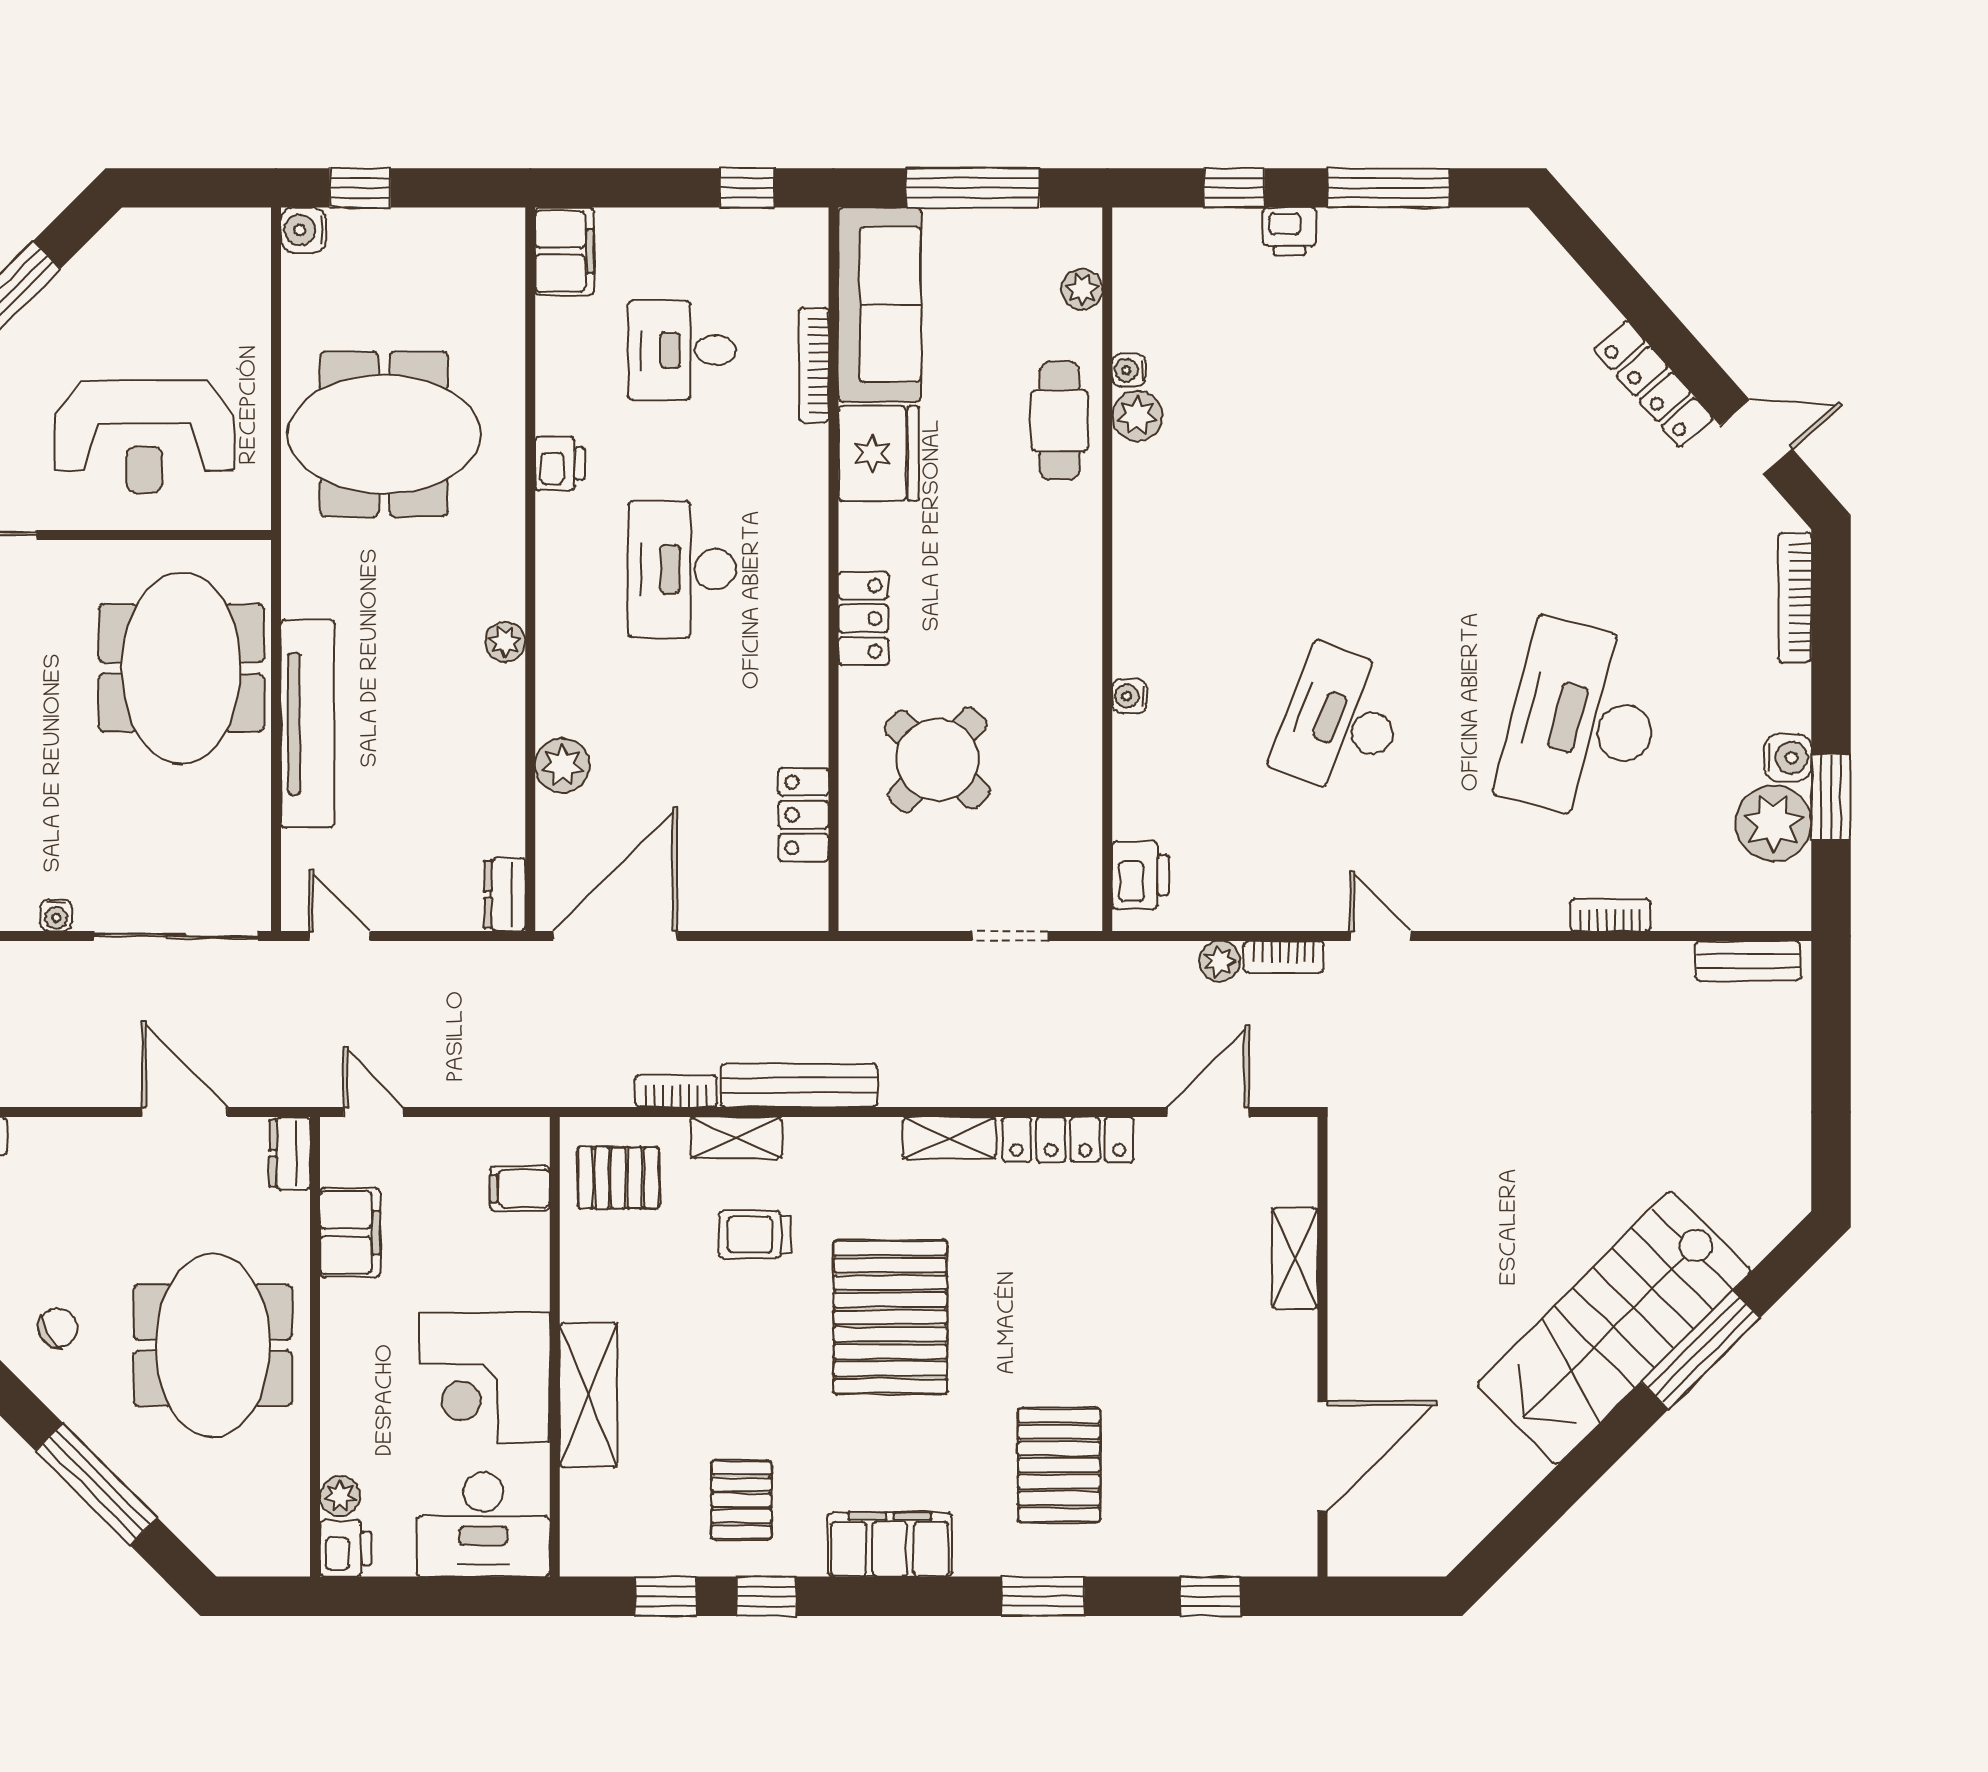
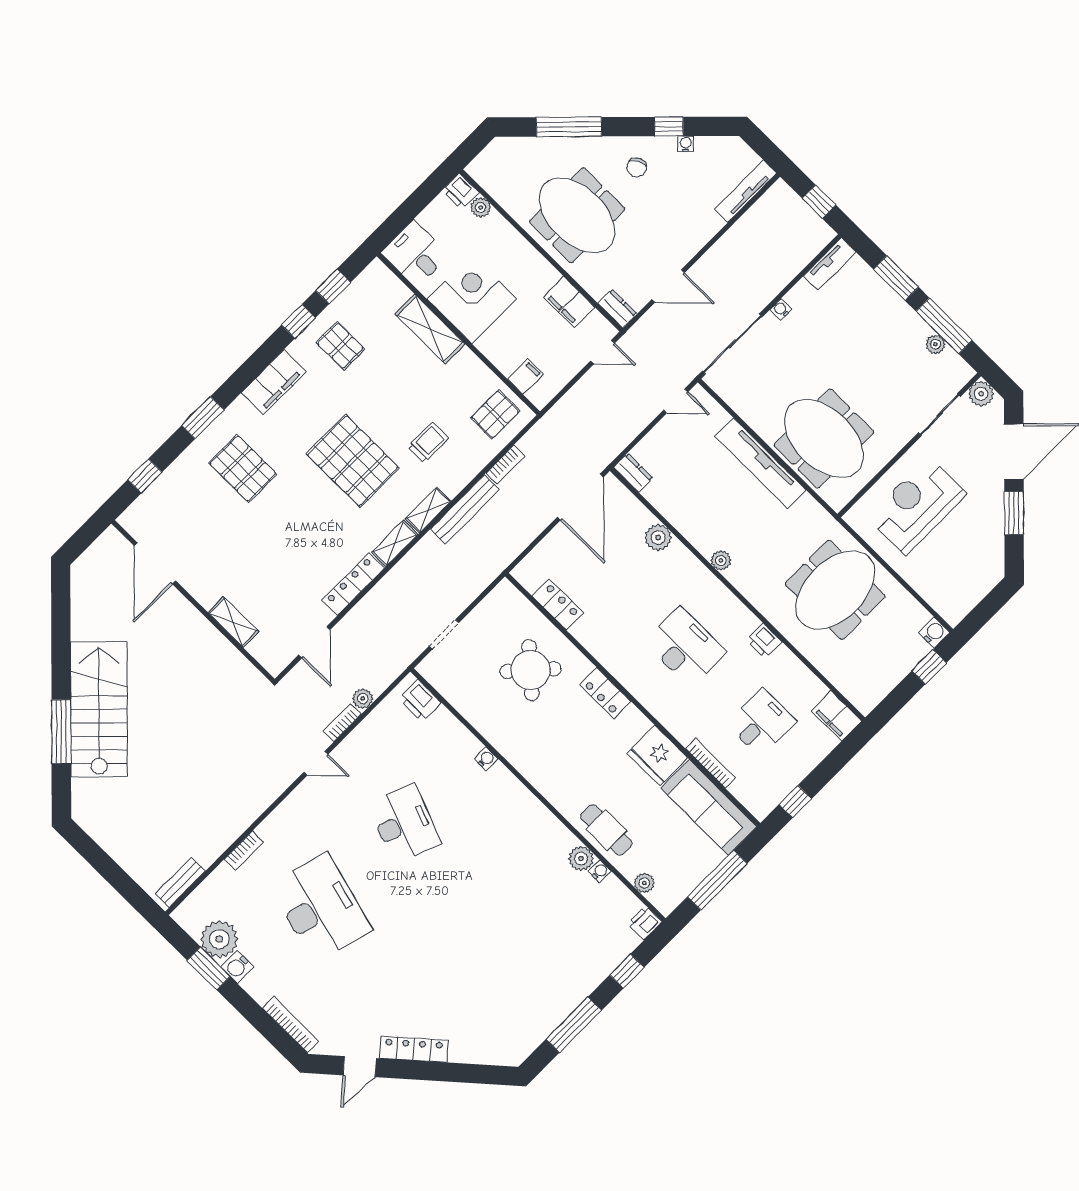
printer: (1290, 232) -> (645, 923), moved
shelving: (736, 1138) -> (428, 510), moved
desk: (483, 1524) -> (415, 254), width x0.73

